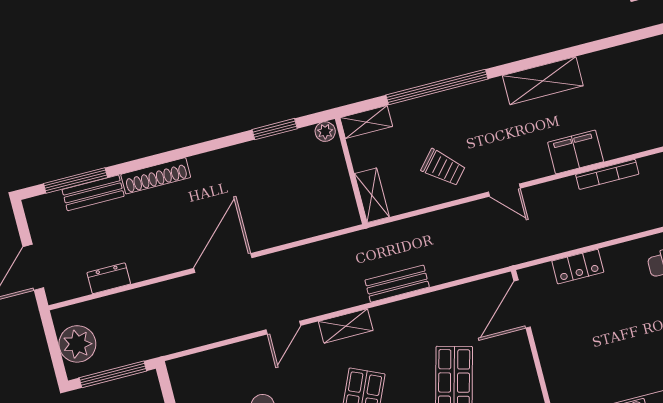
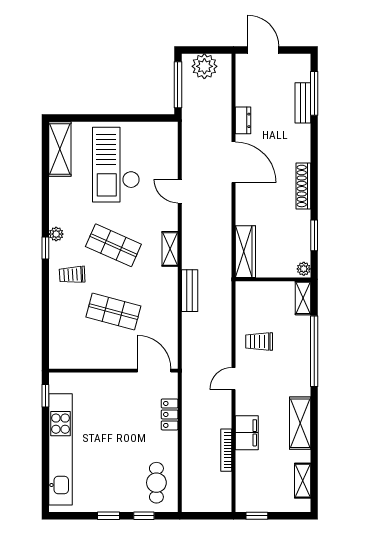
trolley: (443, 168) -> (259, 342), turned 49
shoe rack: (156, 176) -> (303, 186), moved
shelving: (372, 195) -> (303, 481), moved, turned 90
wardrobe: (322, 220) -> (245, 252), added
door: (223, 263) -> (234, 162), moved
dresser: (109, 278) -> (243, 120), moved
door: (283, 328) -> (180, 191), moved

